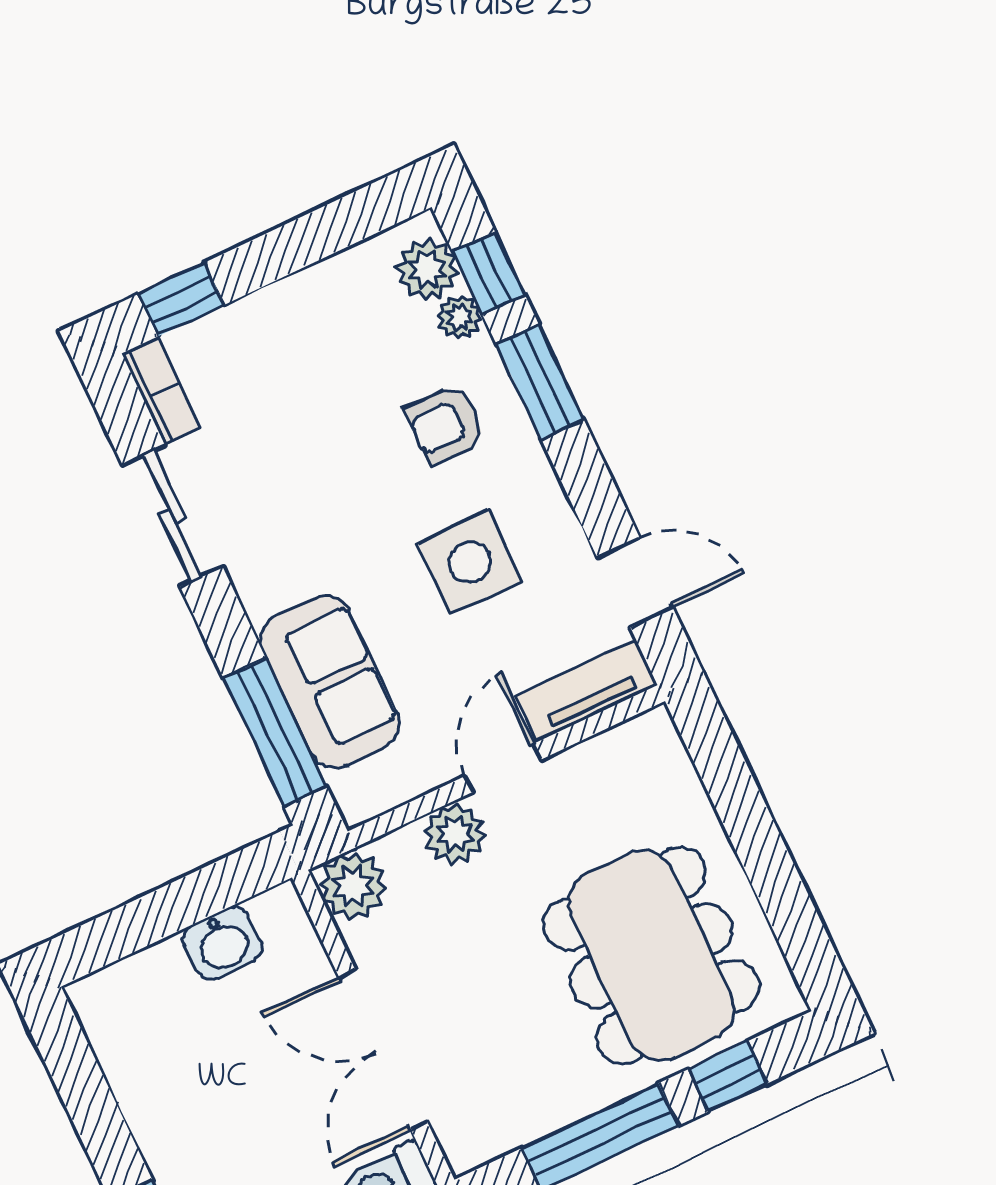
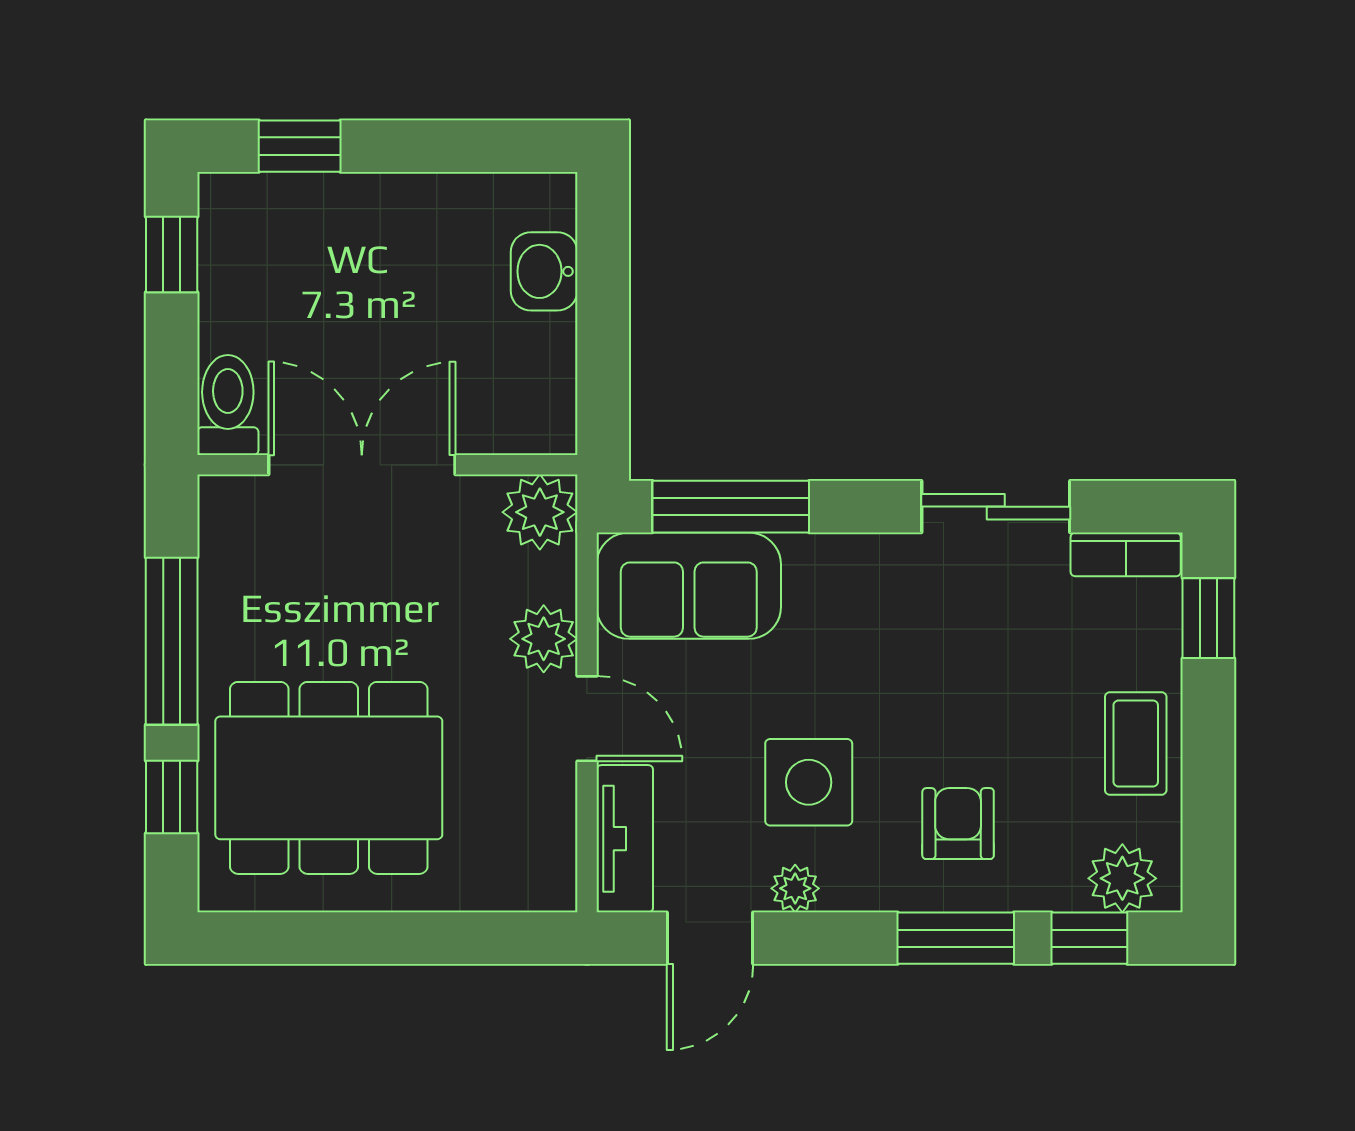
coffee table: (312, 310) -> (1136, 743), added
plant: (460, 317) -> (795, 888), moved
sofa: (330, 682) -> (689, 586), moved
washbasin: (223, 943) -> (544, 271), moved

